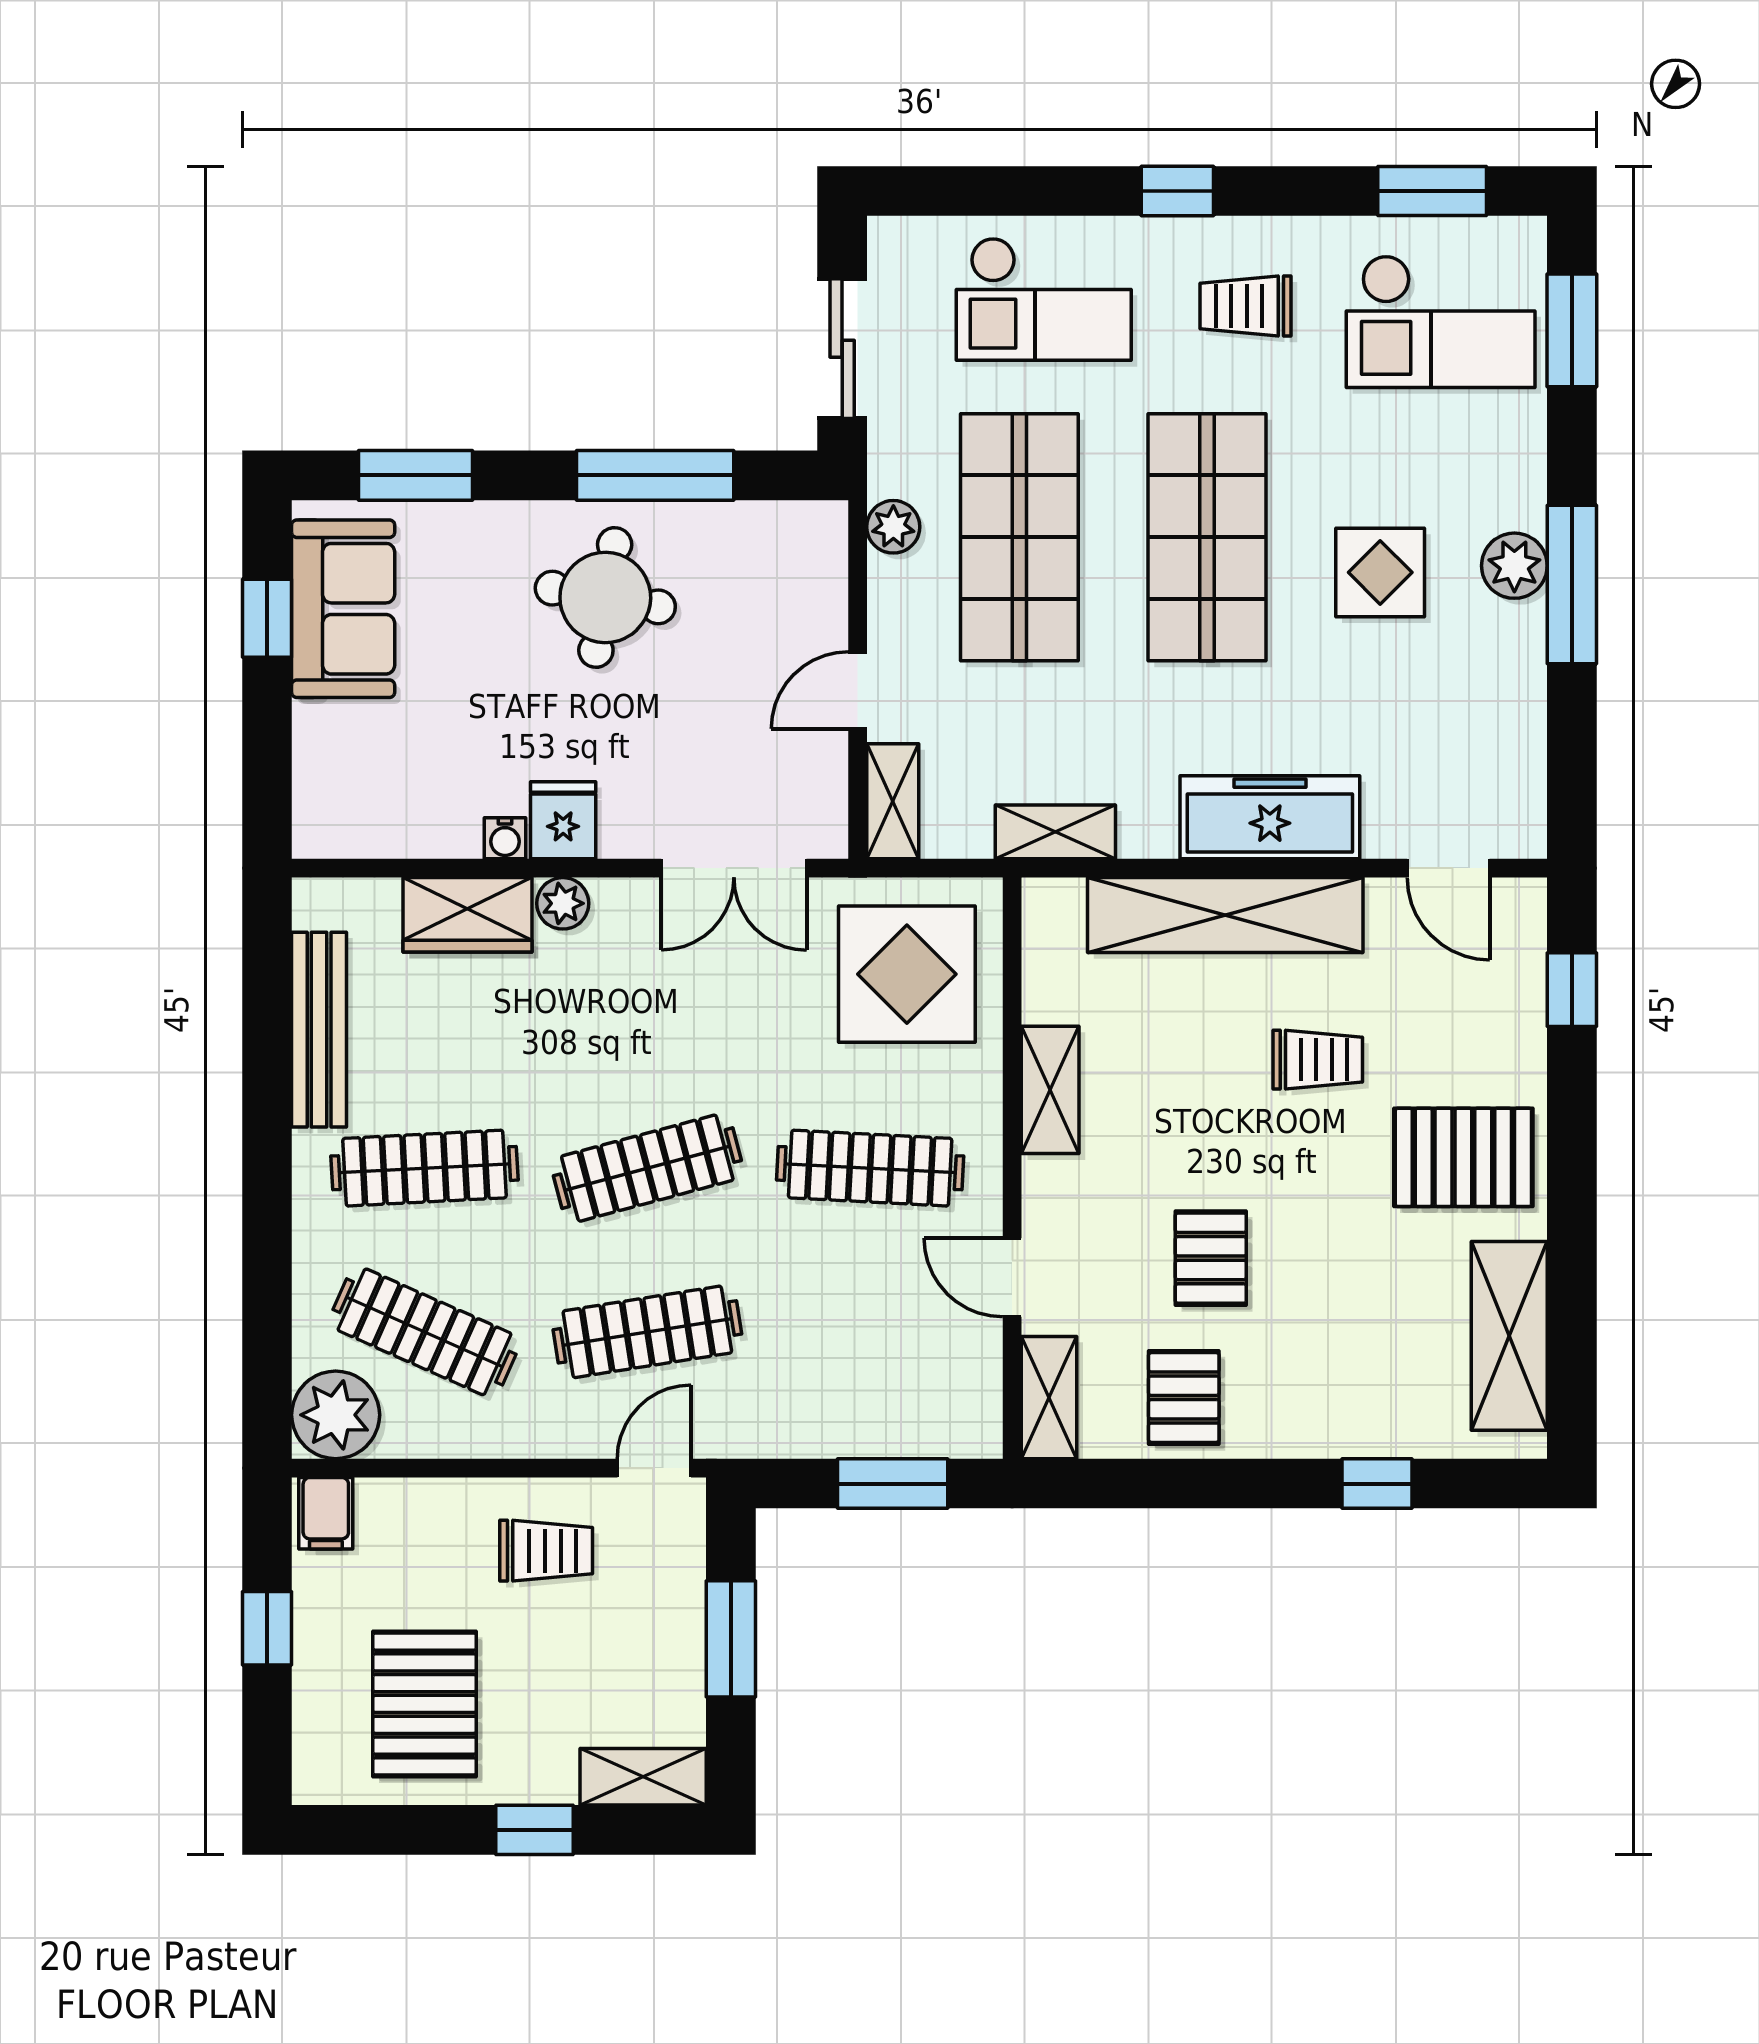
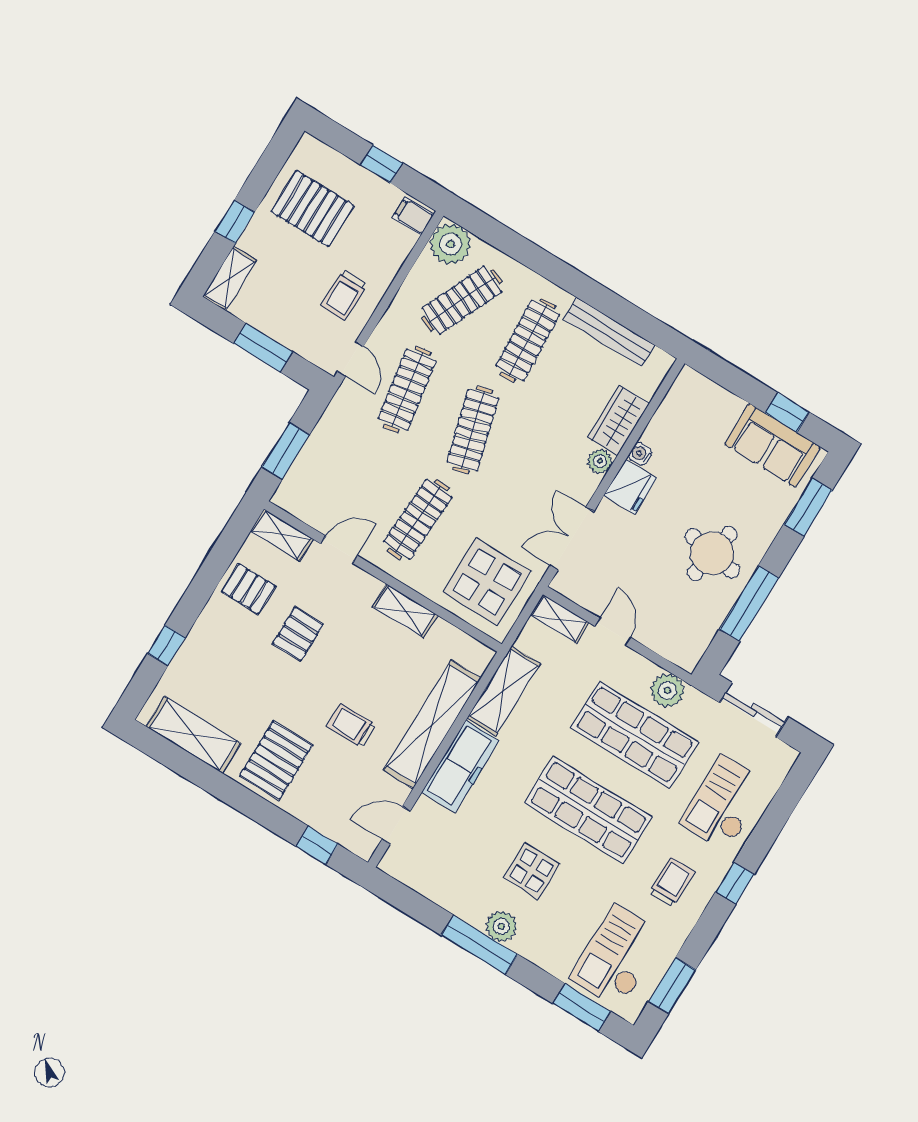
plant: (893, 527) -> (667, 690), width x1.38, depth x1.38
fridge: (563, 820) -> (630, 487), width x1.38
shelving: (1055, 832) -> (504, 691), width x1.50, depth x1.33
trolley: (1318, 1060) -> (351, 726), turned 90
pallet: (1211, 1258) -> (298, 634), turned 90

